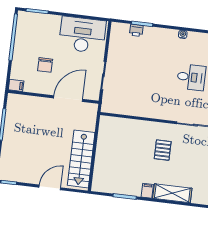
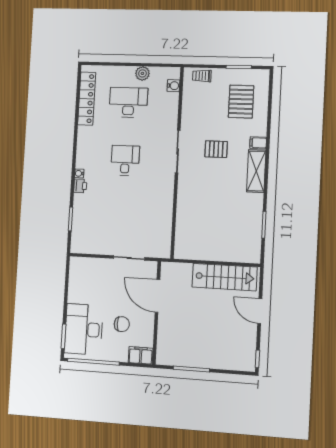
printer: (136, 30) -> (80, 186), moved
desk: (82, 35) -> (84, 329), moved
filing cabinet: (16, 85) -> (141, 355), width x2.00
pallet: (163, 150) -> (216, 149), moved
filing cabinet: (147, 191) -> (258, 143), moved

